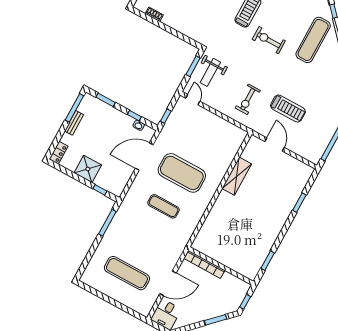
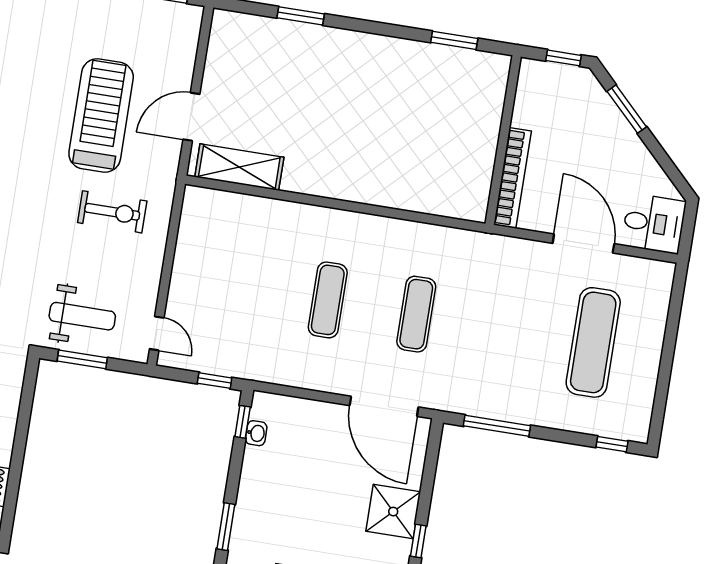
door: (193, 100) -> (157, 333), swing flipped
treadmill: (288, 108) -> (101, 115), width x1.37, depth x1.38
window: (134, 116) -> (243, 422), moved
door: (144, 156) -> (384, 406), moved
exercise mat: (182, 173) -> (328, 300), width x0.50, depth x0.69
shelving: (237, 176) -> (239, 167), moved
window: (100, 190) -> (418, 541), moved
window: (84, 266) -> (612, 444), added

